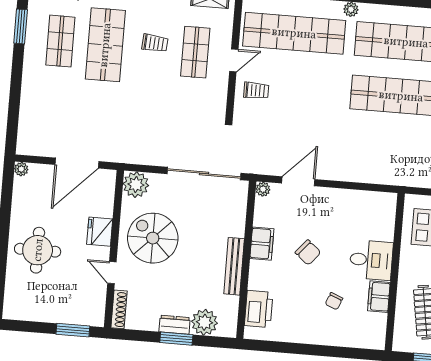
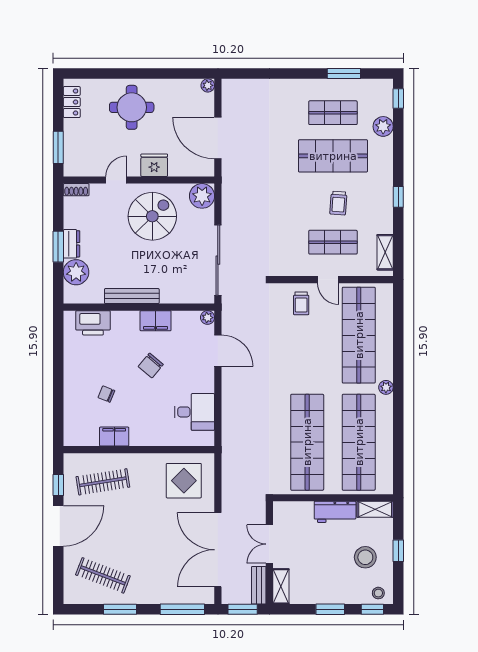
desk: (371, 260) -> (195, 412), moved, turned -90
shoe rack: (119, 309) -> (76, 190), width x0.70
locker: (27, 312) -> (72, 102), added

